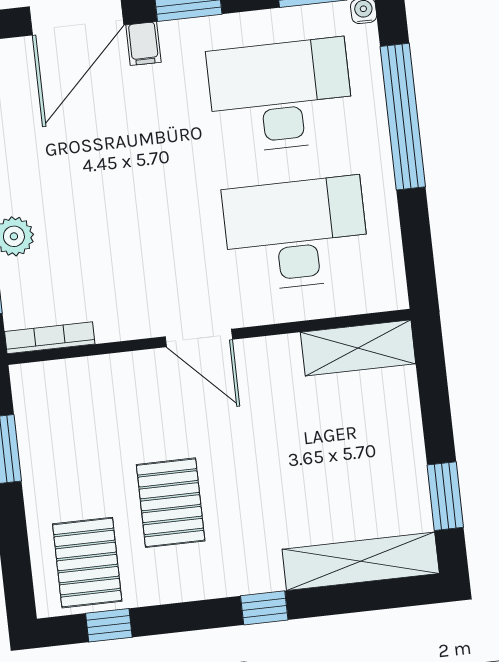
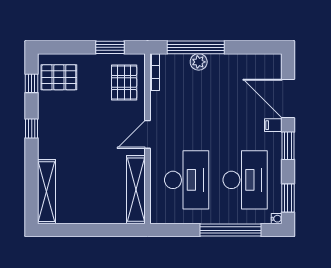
shelving: (358, 348) -> (136, 190), width x1.47
window: (445, 496) -> (70, 230), removed
pallet: (171, 503) -> (124, 83), moved, turned 90
window: (264, 608) -> (32, 129), moved

